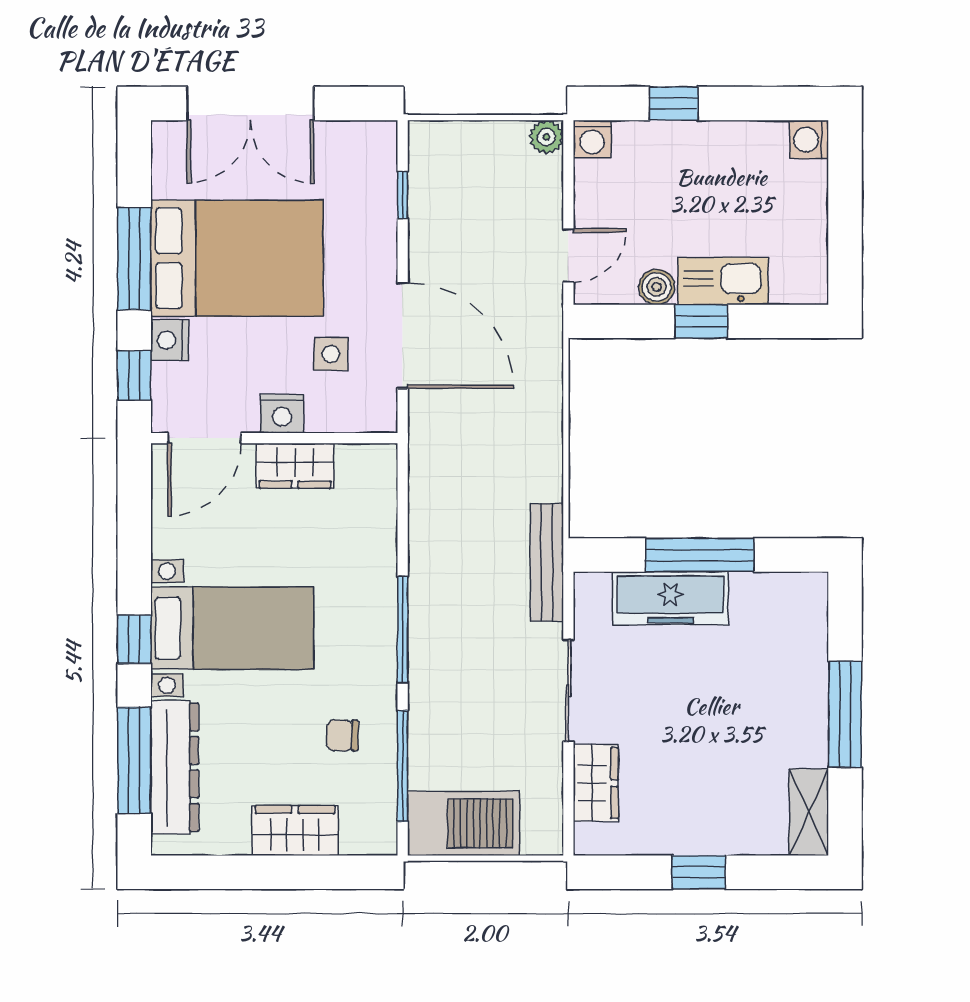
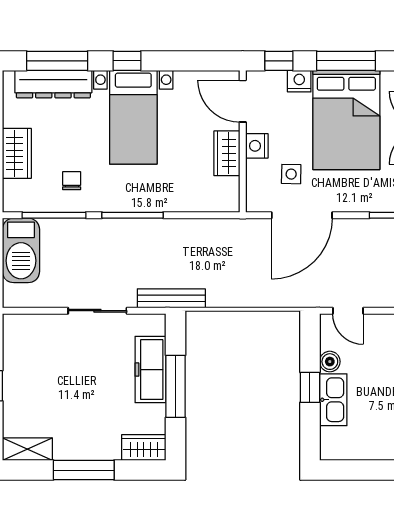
wardrobe: (596, 783) -> (144, 448), moved, turned 180

